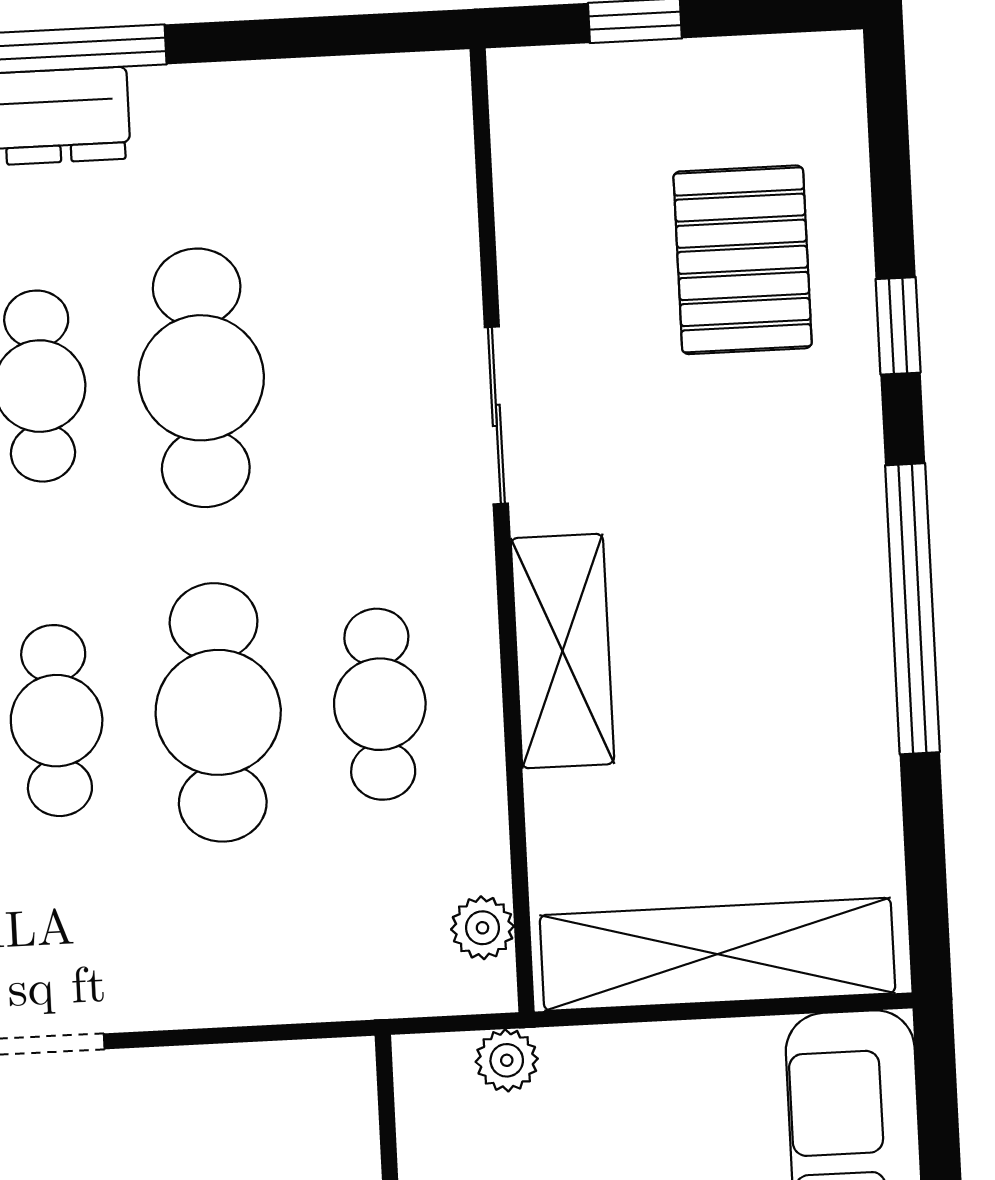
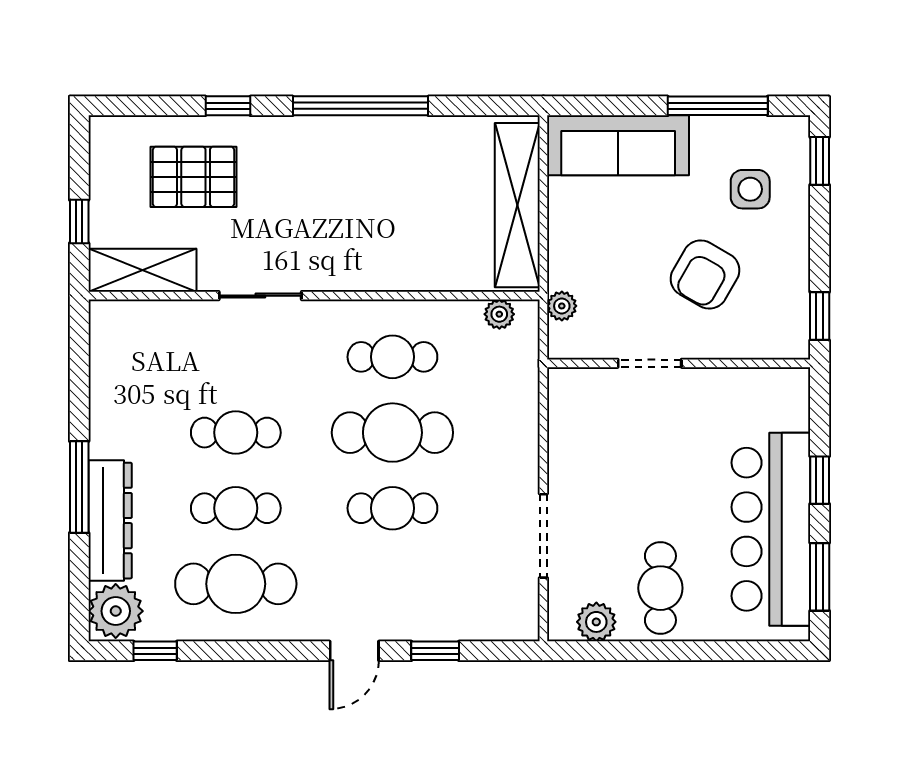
cafe table: (201, 378) -> (236, 433), width x0.73, depth x0.74
shelving: (562, 651) -> (143, 270), moved

